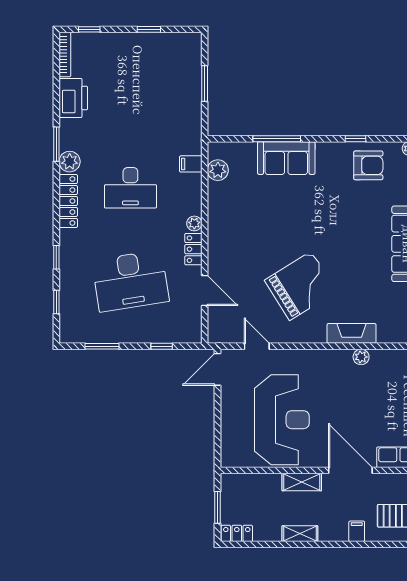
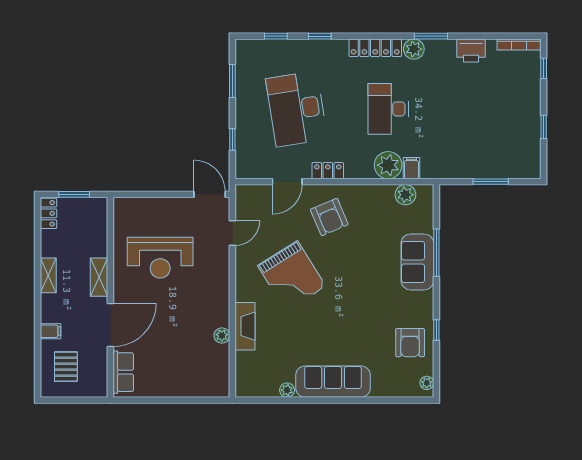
printer: (73, 98) -> (471, 50), width x0.73, depth x0.84
plant: (194, 223) -> (388, 165), moved, width x1.87, depth x1.87
armchair: (240, 248) -> (329, 217), added
reception desk: (282, 420) -> (160, 258), width x0.74, depth x0.77

